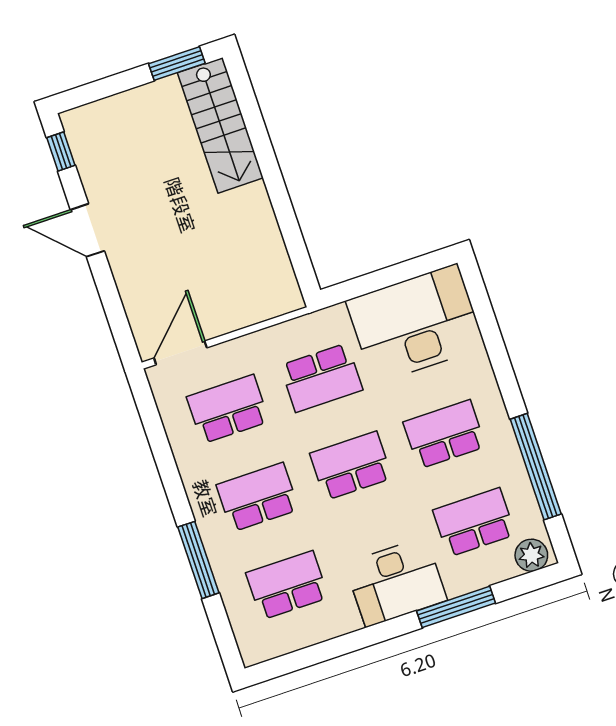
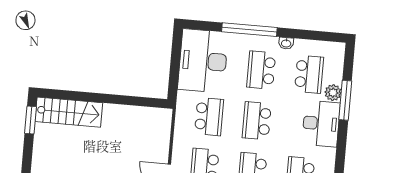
washbasin: (511, 458) -> (286, 43), added
window: (536, 467) -> (249, 30), moved
school desk: (474, 522) -> (309, 74), turned 180
plant: (531, 555) -> (333, 93), moved

